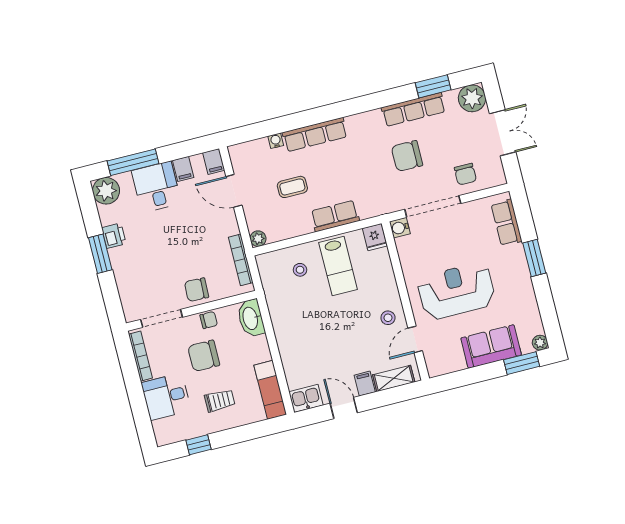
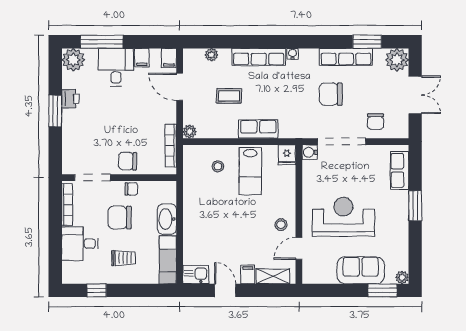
water cooler: (276, 141) -> (293, 54), moved
plant: (261, 146) -> (211, 55), added
washbasin: (251, 318) -> (167, 219), moved

